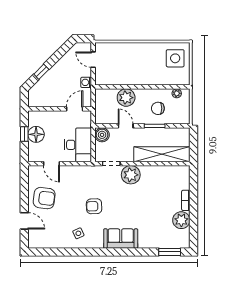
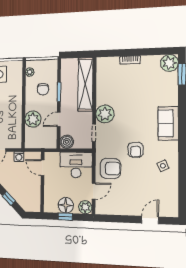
plant: (35, 155) -> (85, 207), added
armchair: (44, 198) -> (110, 168), moved, turned 83
plant: (181, 220) -> (169, 63), moved

